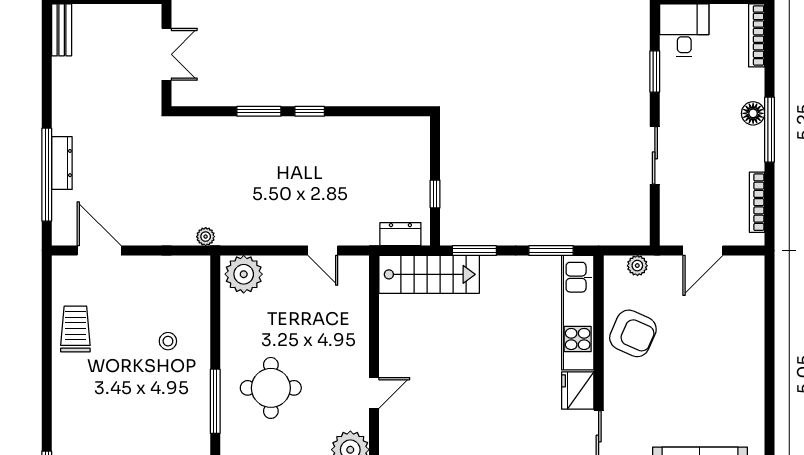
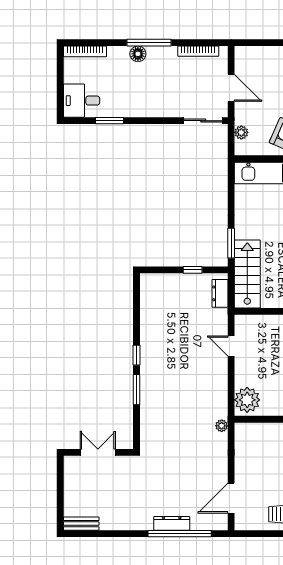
sliding door: (655, 155) -> (203, 121), moved
door: (323, 251) -> (231, 346), swing flipped
window: (551, 251) -> (231, 191), removed

